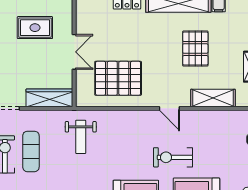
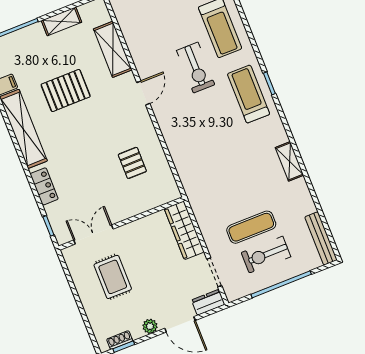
double door: (74, 52) -> (93, 235), moved
pallet: (118, 78) -> (132, 163), width x0.49, depth x0.50
weight bench: (81, 137) -> (213, 178), removed

